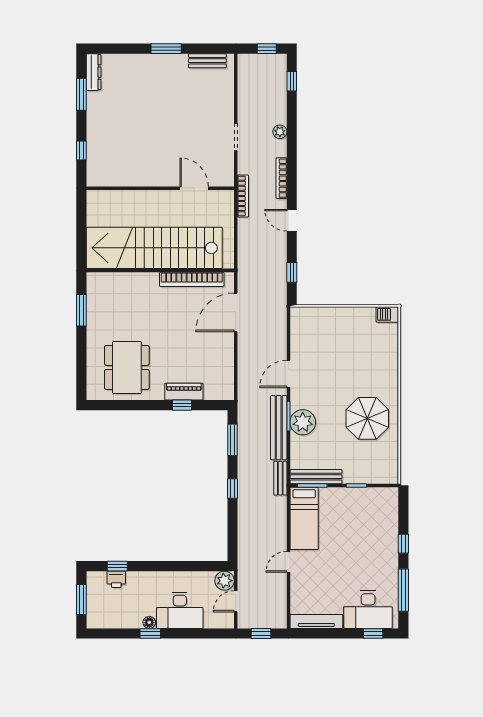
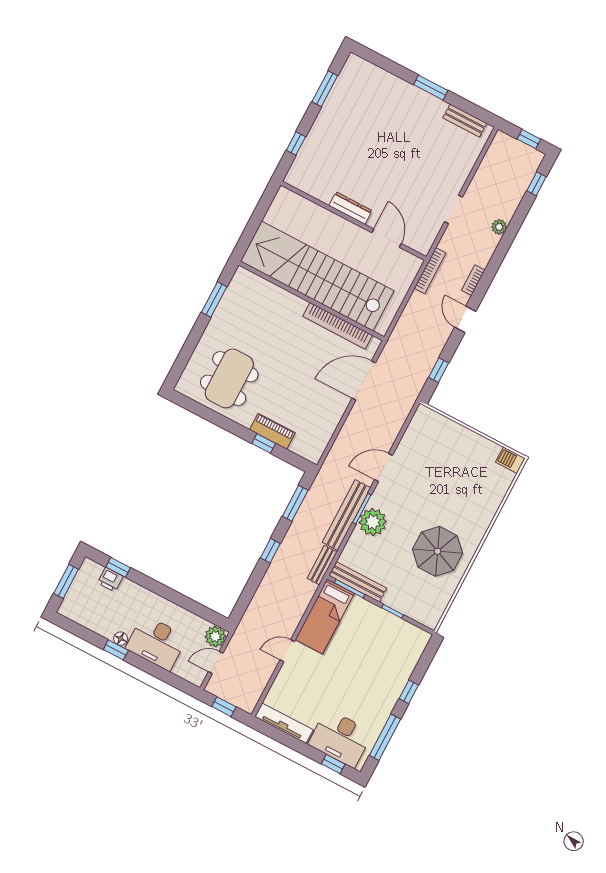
dresser: (94, 72) -> (350, 208), moved, turned -90
bookcase: (282, 178) -> (473, 280), width x0.64

